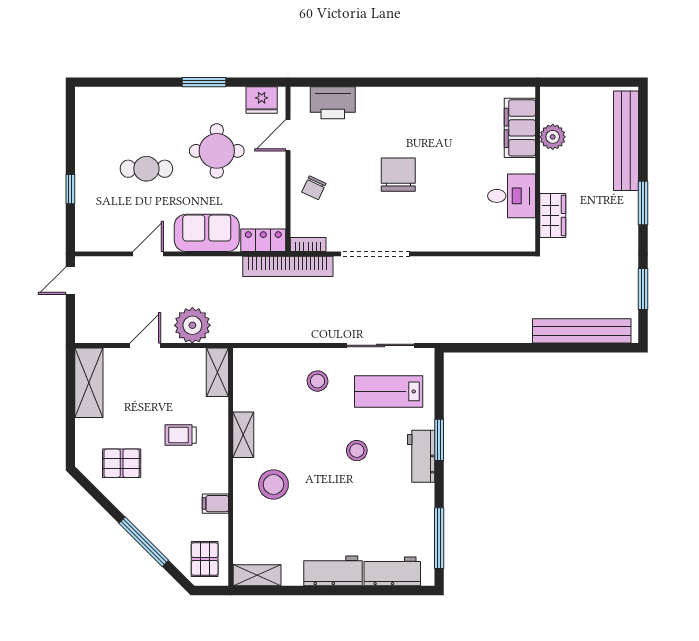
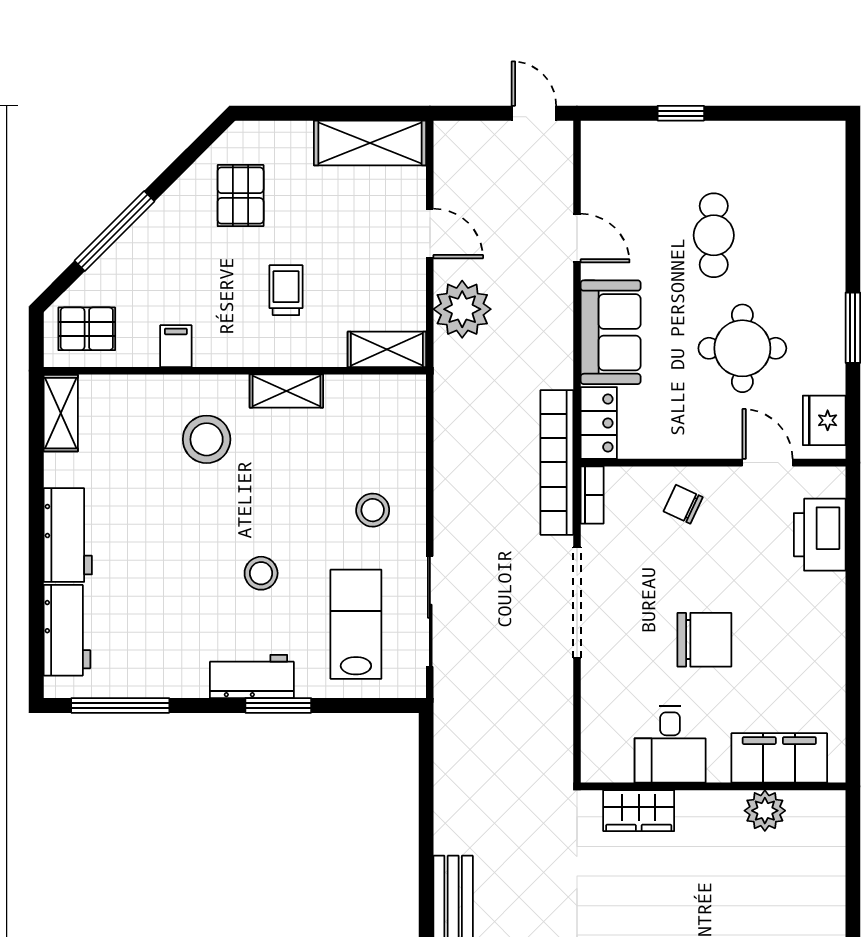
filing cabinet: (520, 128) -> (779, 758), moved
plant: (553, 137) -> (765, 811), moved
wall: (538, 169) -> (713, 786), moved
desk: (511, 196) -> (670, 744), moved
wardrobe: (553, 215) -> (639, 811), moved

